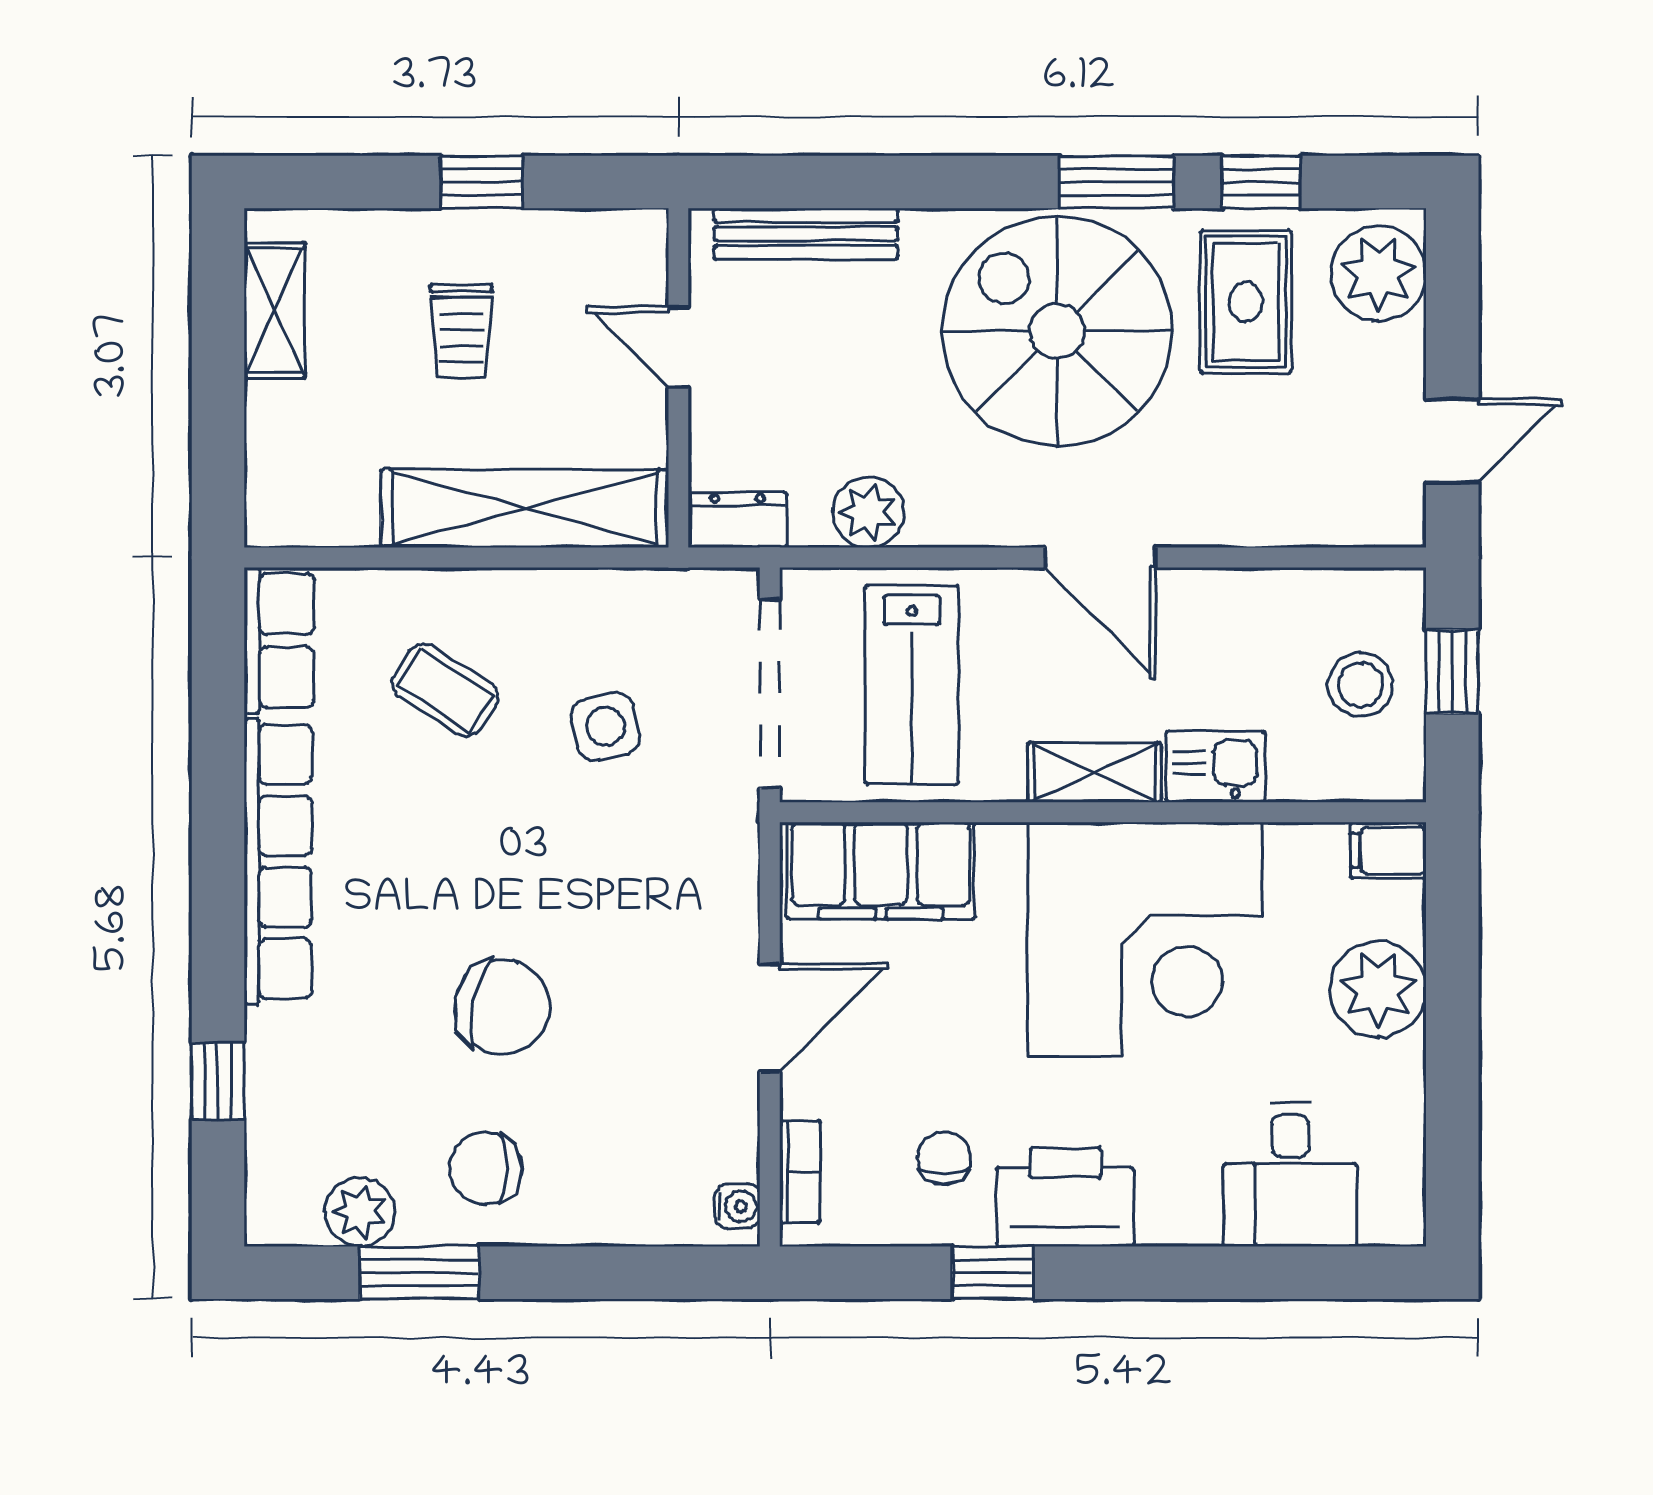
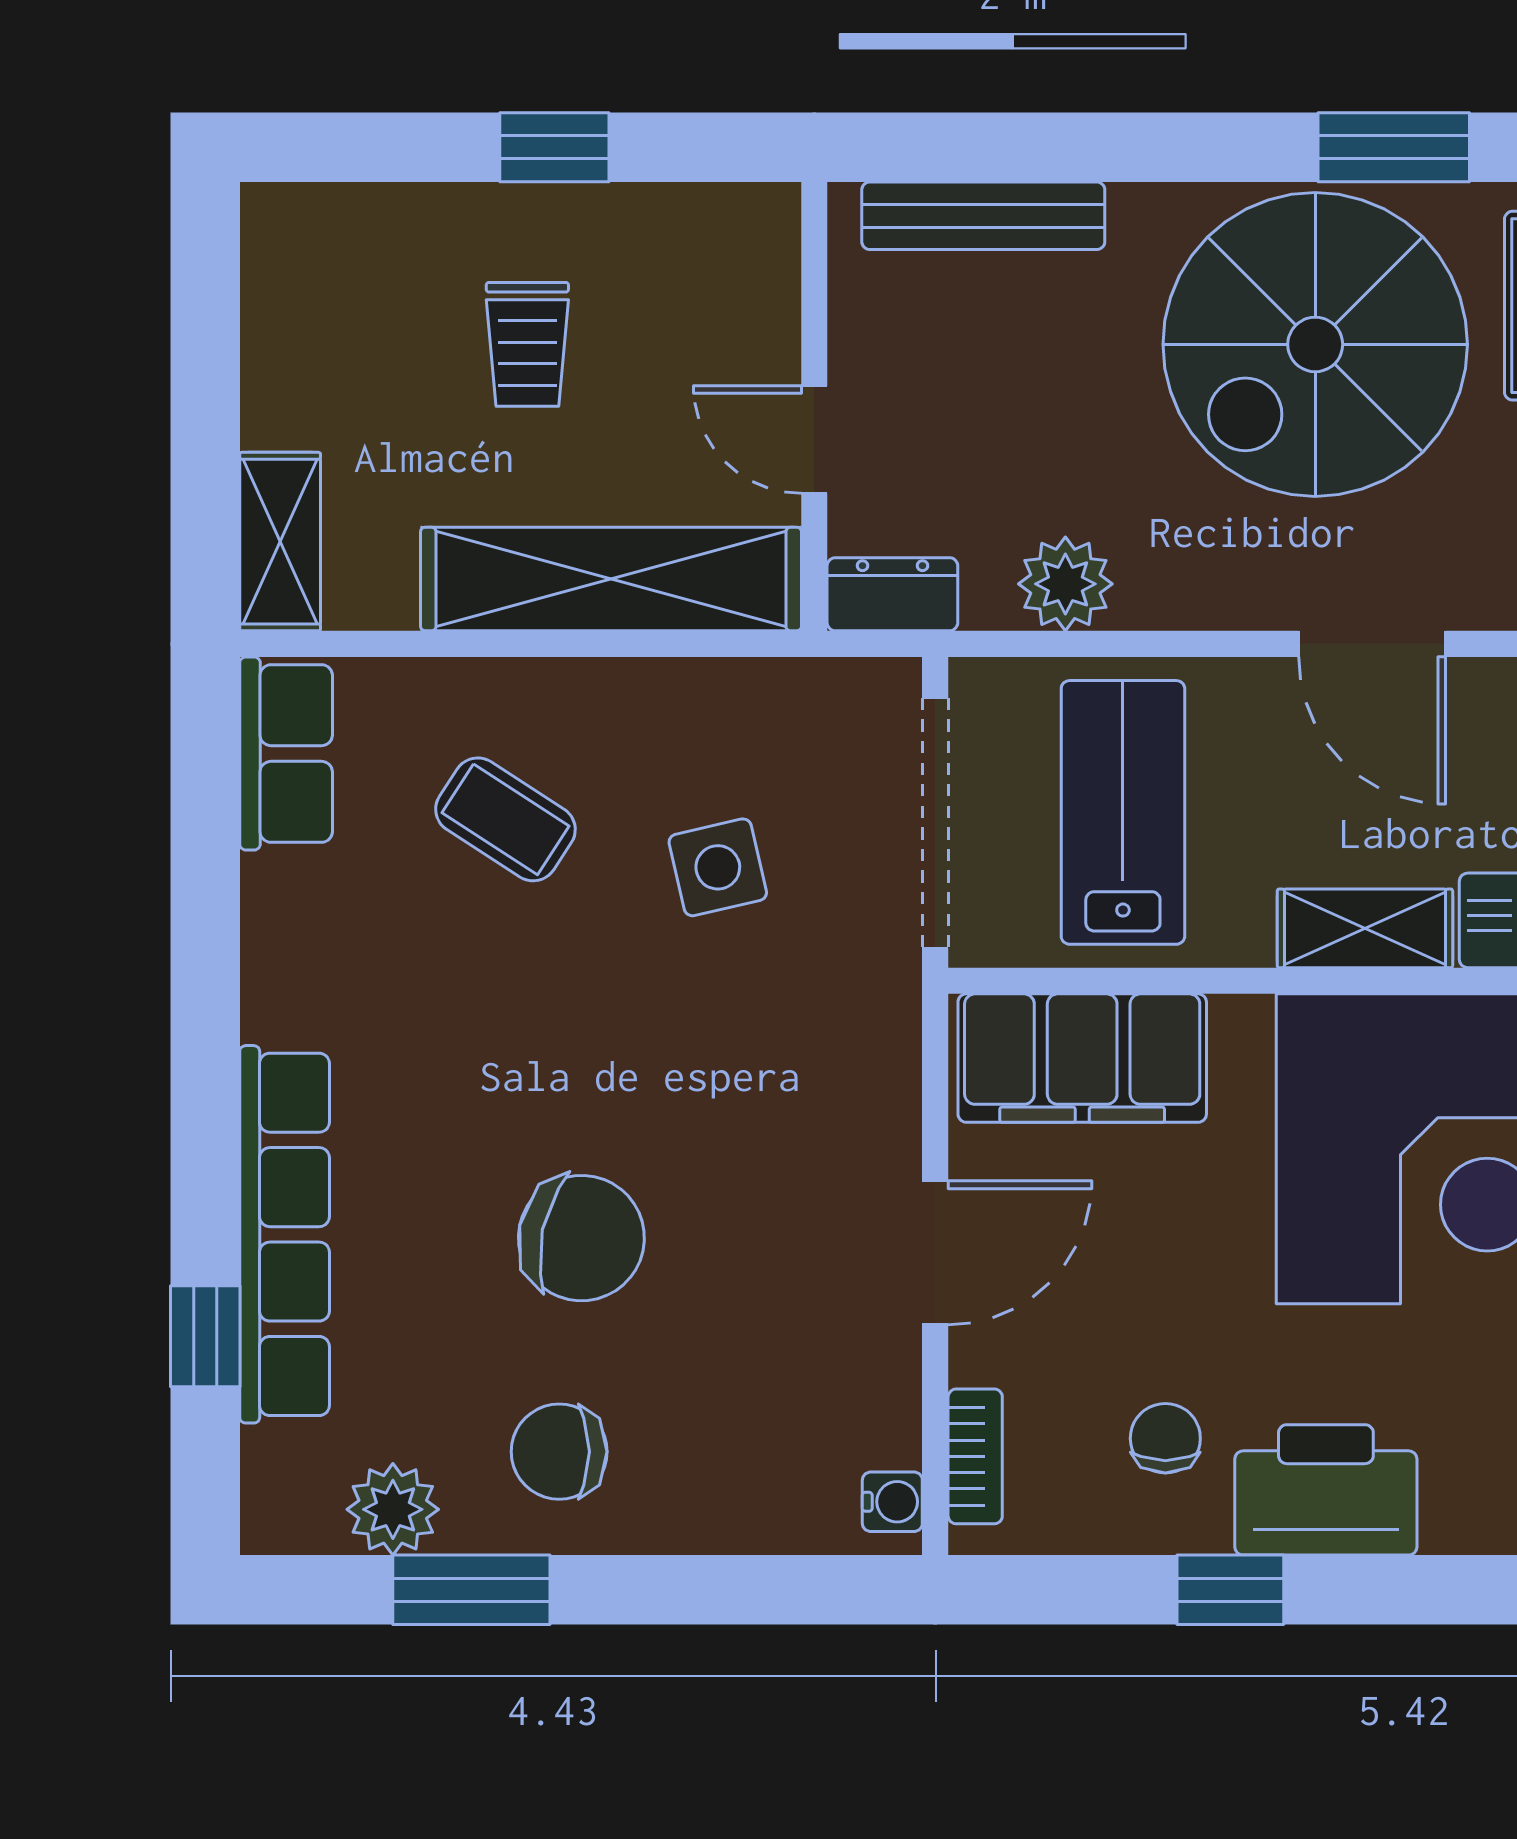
shelving: (274, 311) -> (280, 542), moved
spiral stairs: (1057, 331) -> (1315, 344), turned -90
door: (678, 347) -> (814, 439), moved
lab bench: (912, 685) -> (1123, 812), turned 180
row of seats: (278, 861) -> (285, 1234), moved

